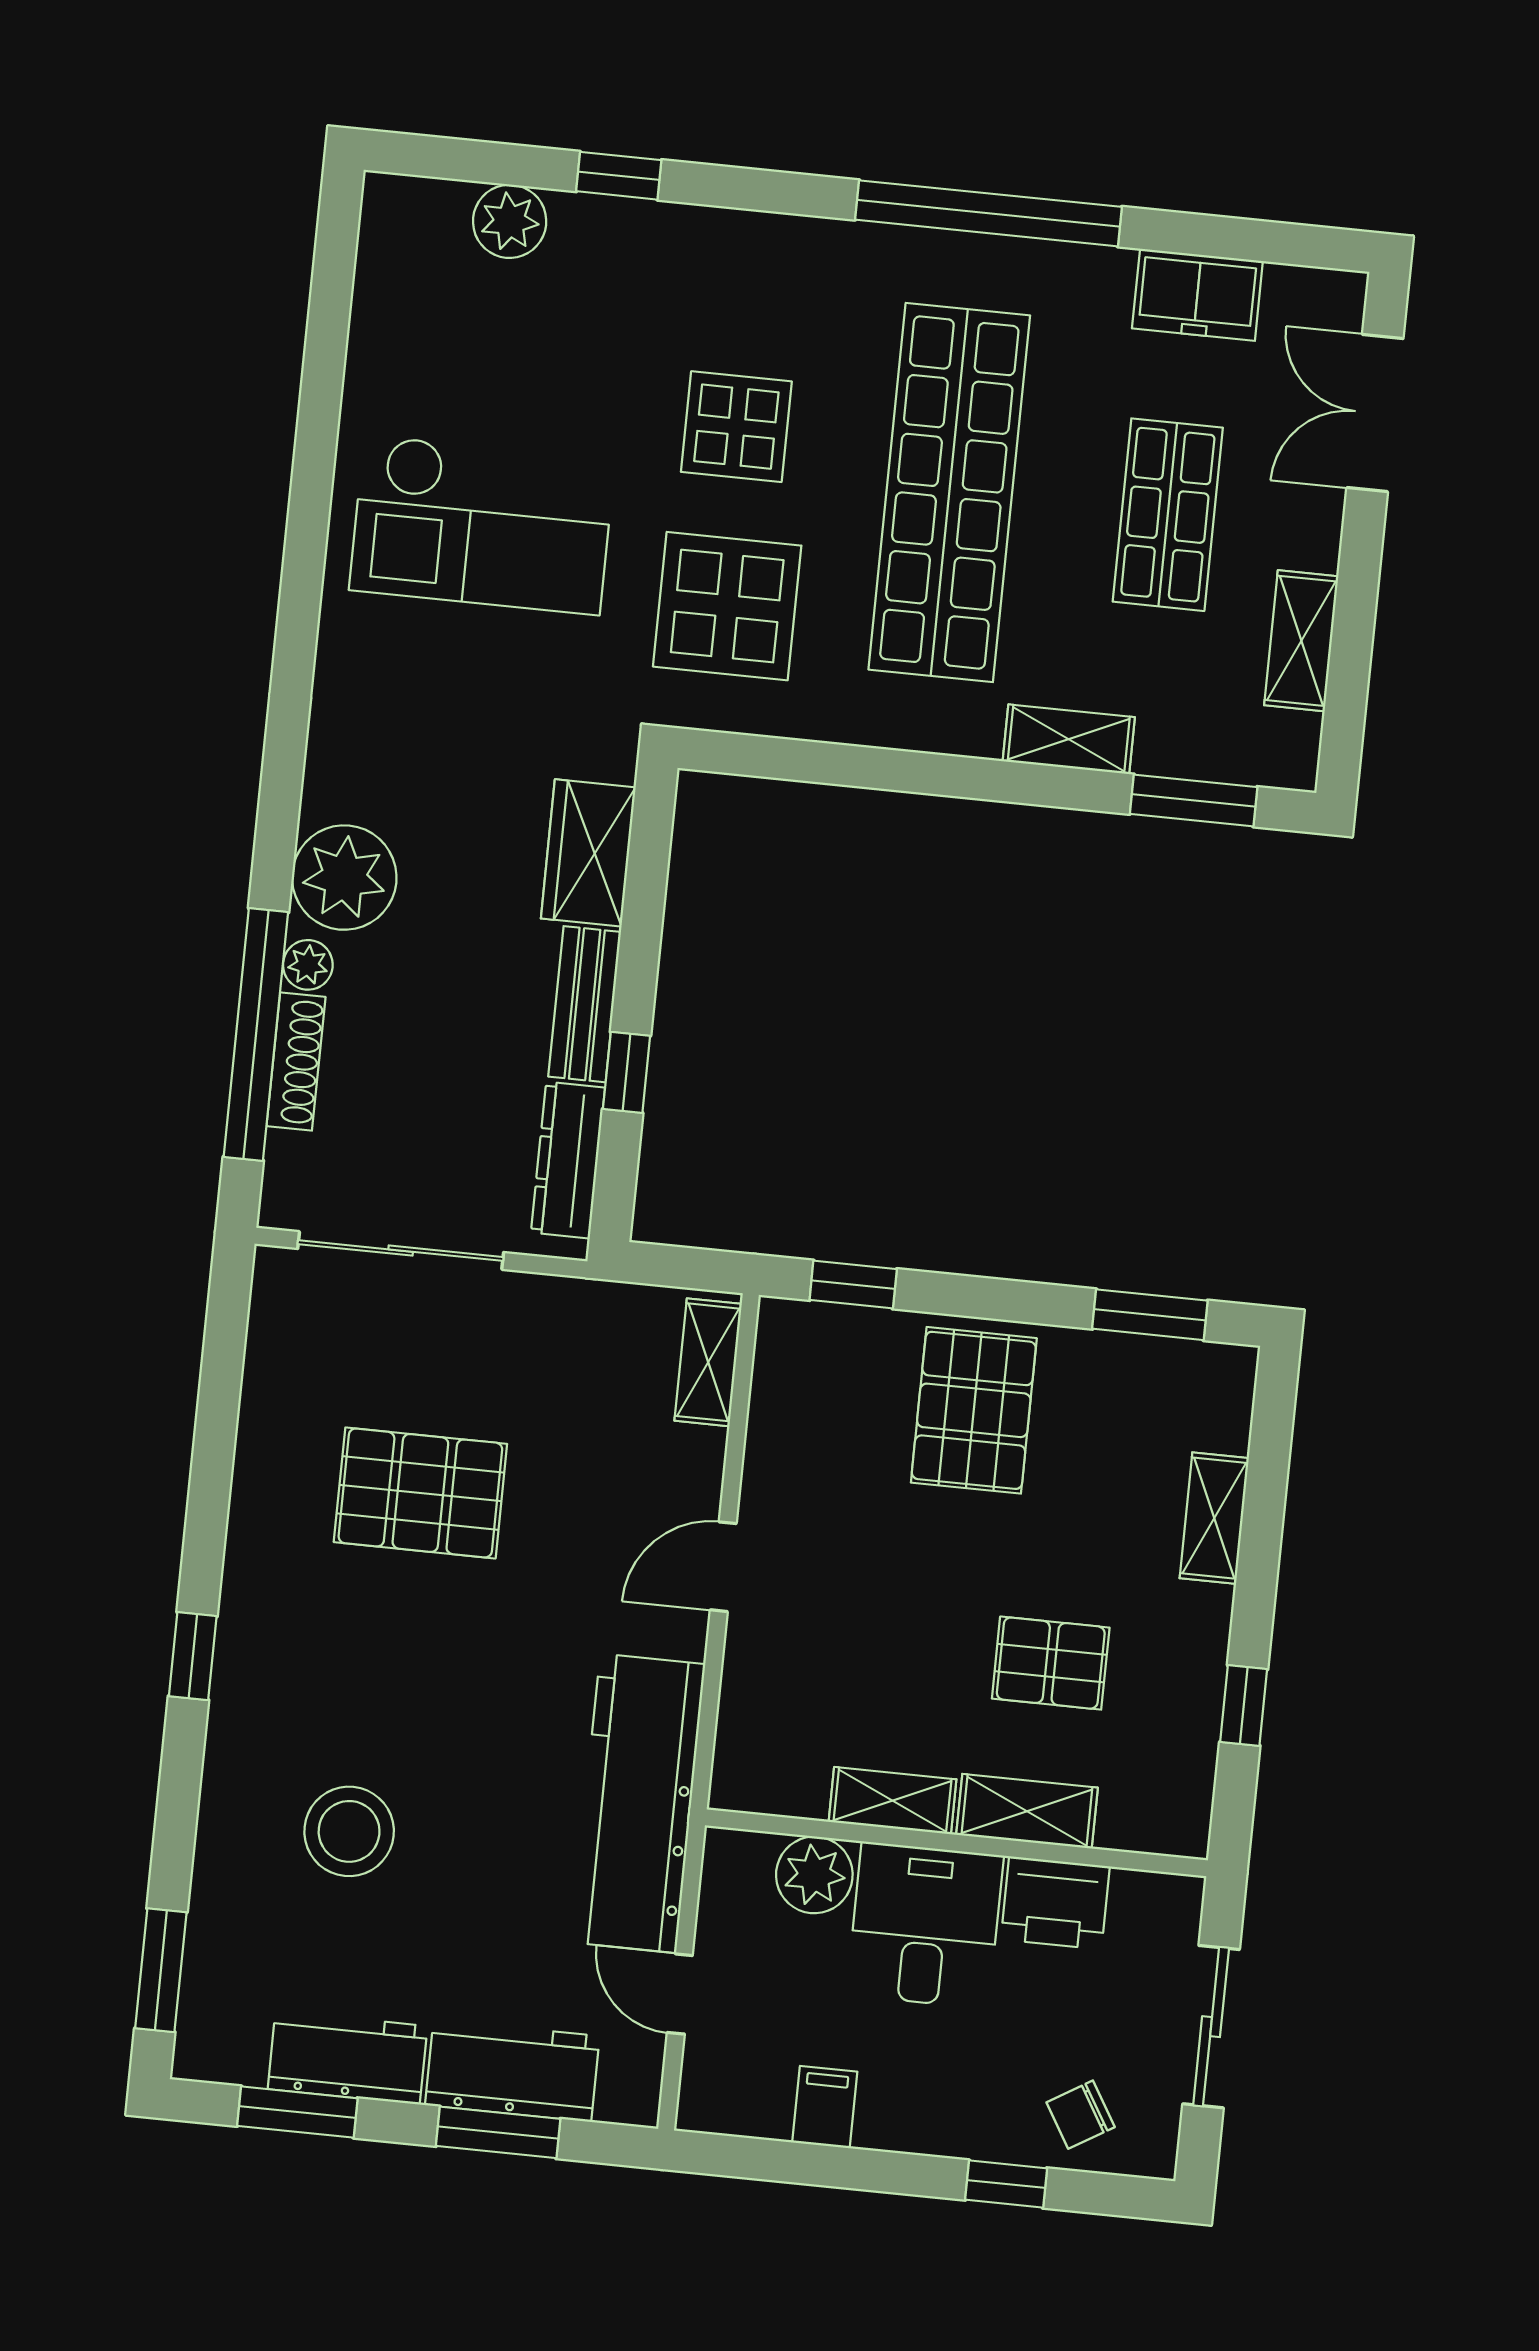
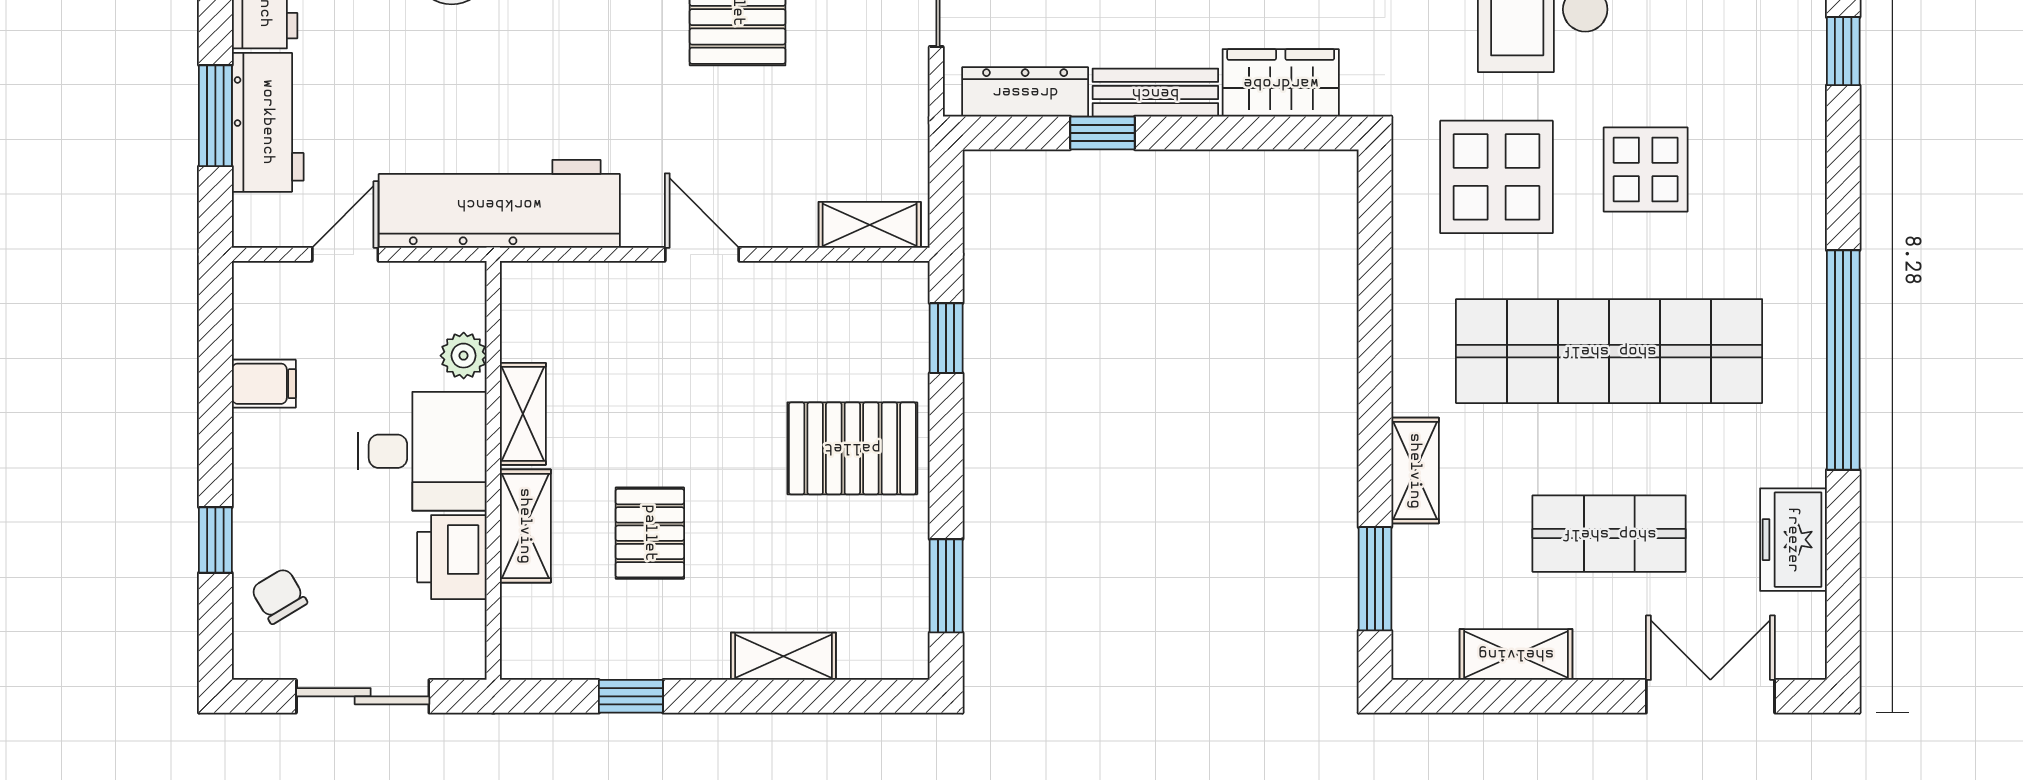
plant: (814, 1875) -> (464, 356), width x0.73, depth x0.73

